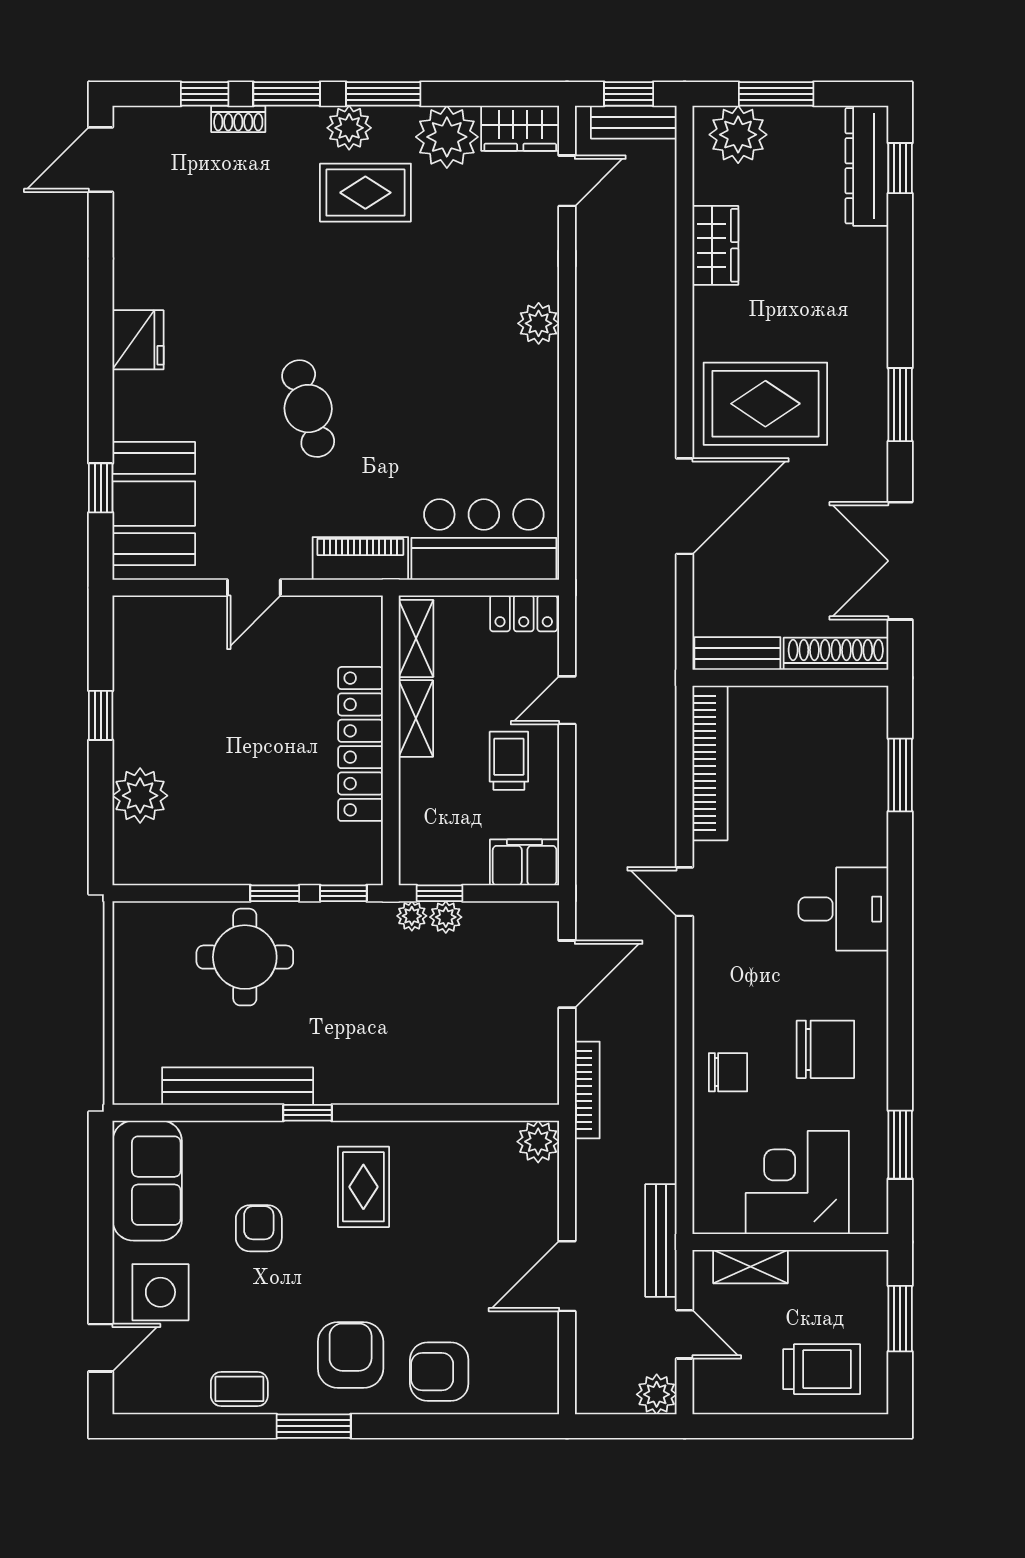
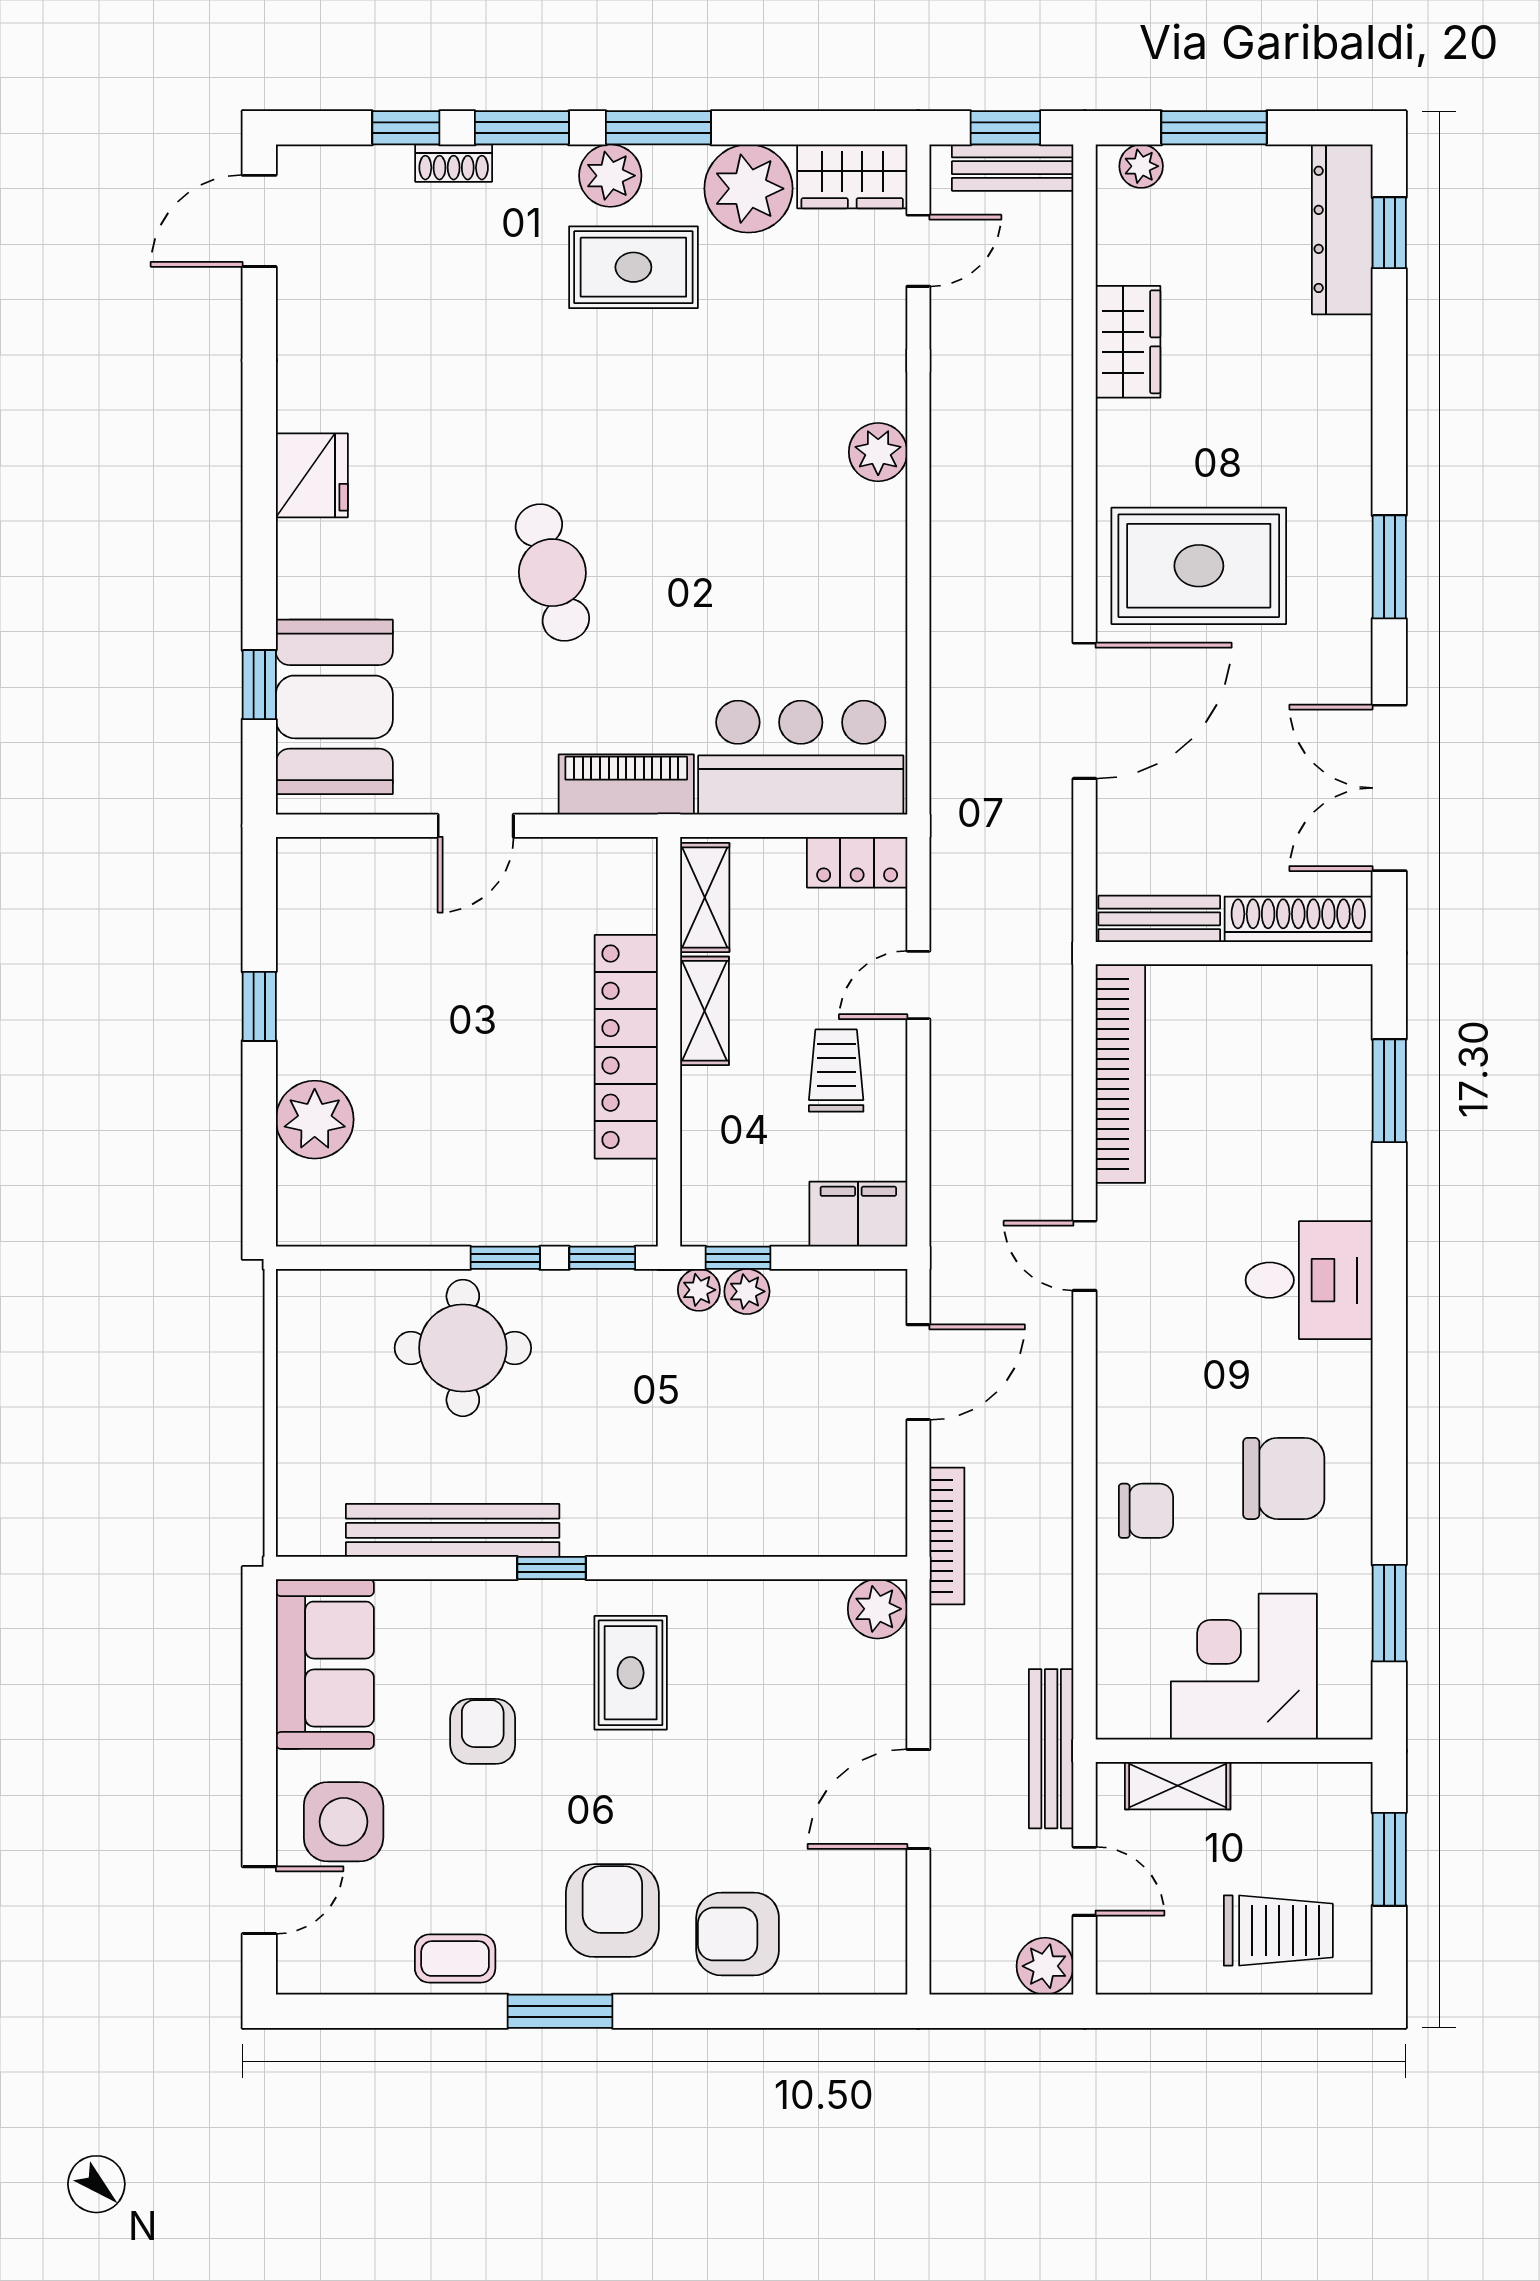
plant: (738, 135) -> (1141, 166), width x0.53, depth x0.53

